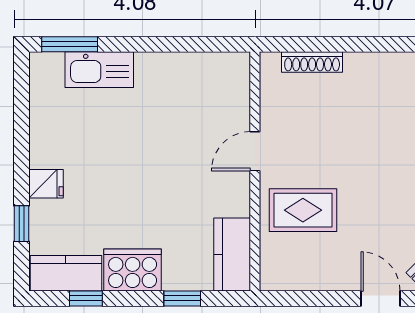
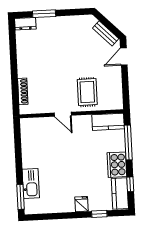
window: (182, 298) -> (128, 142), width x2.17

